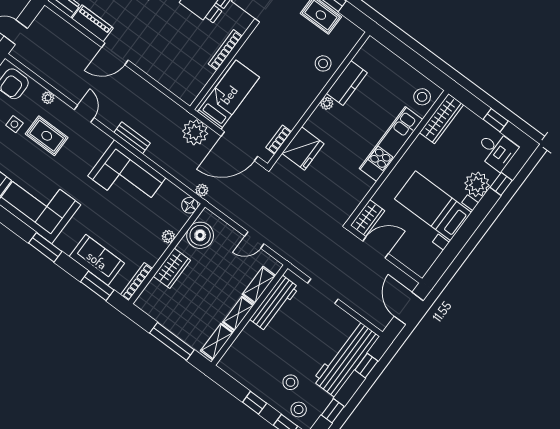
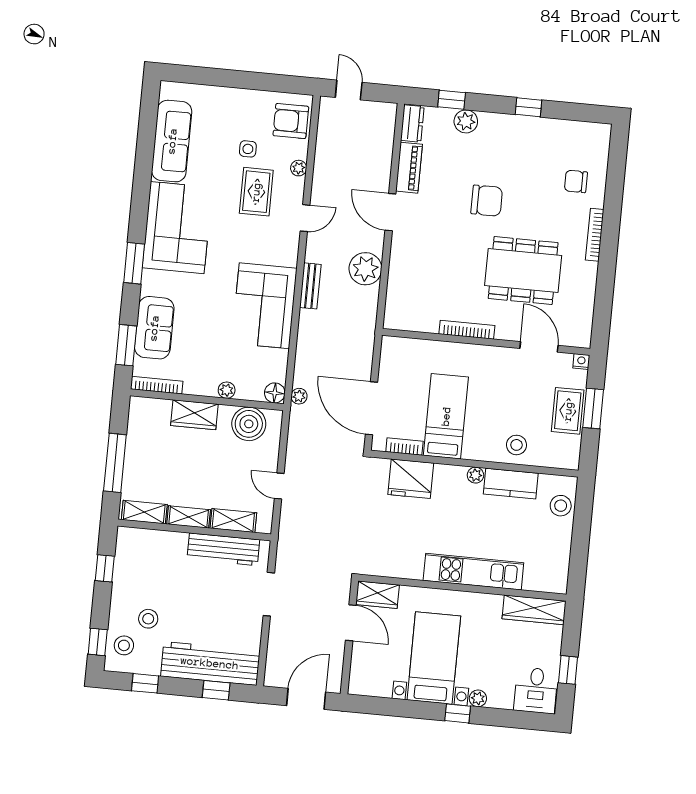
bed: (229, 95) -> (446, 416), moved, turned -90
stool: (422, 97) -> (561, 506), moved
plant: (195, 132) -> (365, 269), moved
plant: (477, 184) -> (478, 698), width x0.53, depth x0.53
window: (501, 184) -> (458, 713), moved
window: (255, 403) -> (105, 568), moved

